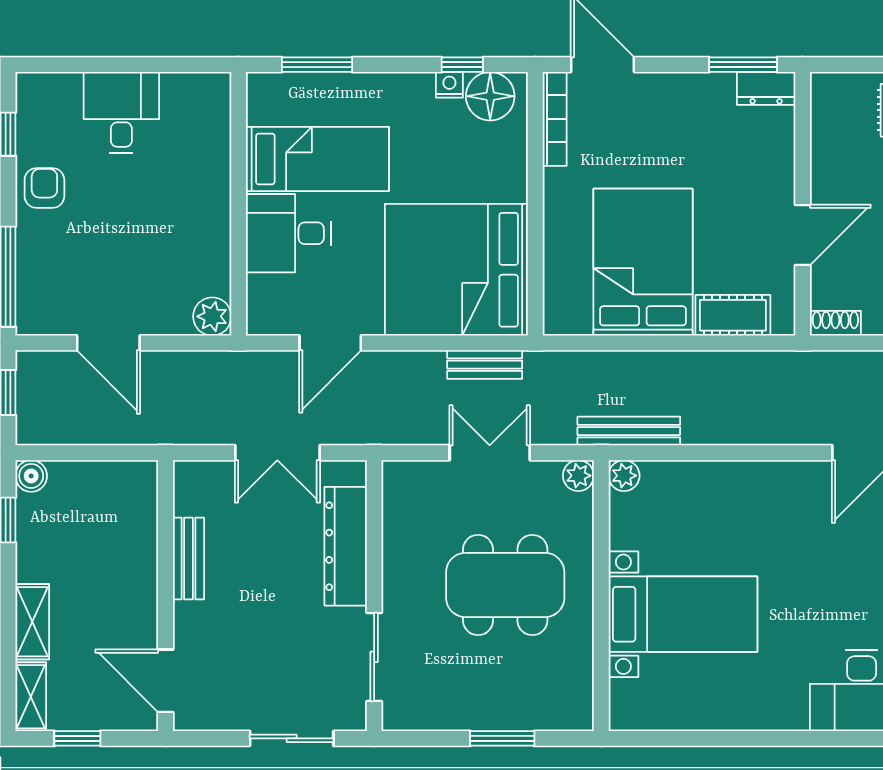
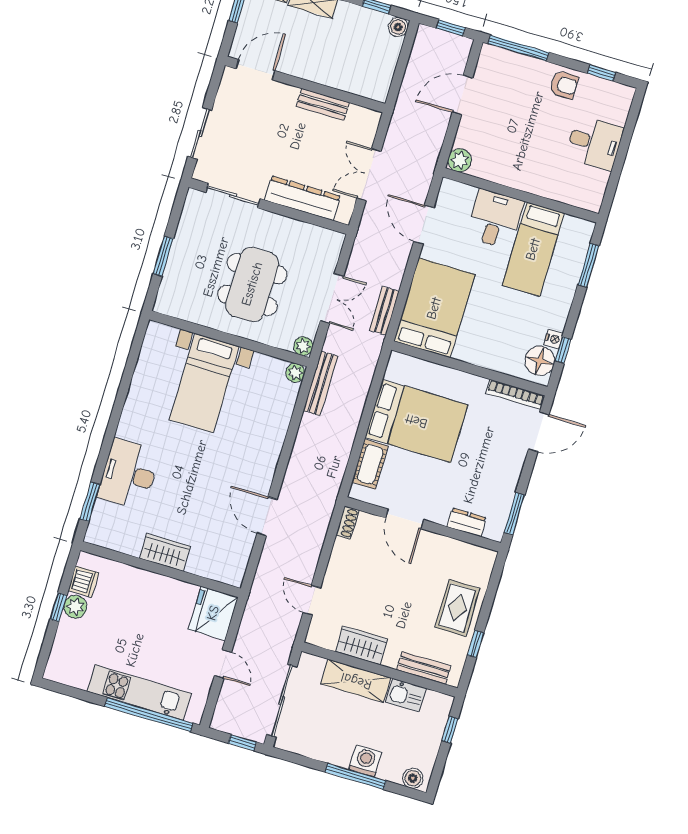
dresser: (766, 88) -> (467, 522), moved, turned 90
bed: (456, 270) -> (434, 308), width x0.73

